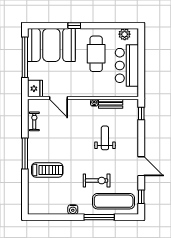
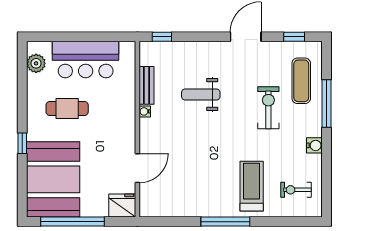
cafe table: (96, 54) -> (67, 108), width x0.73, depth x0.74
exercise bike: (34, 121) -> (296, 190), moved
exercise mat: (114, 201) -> (301, 81), width x0.73, depth x0.69

